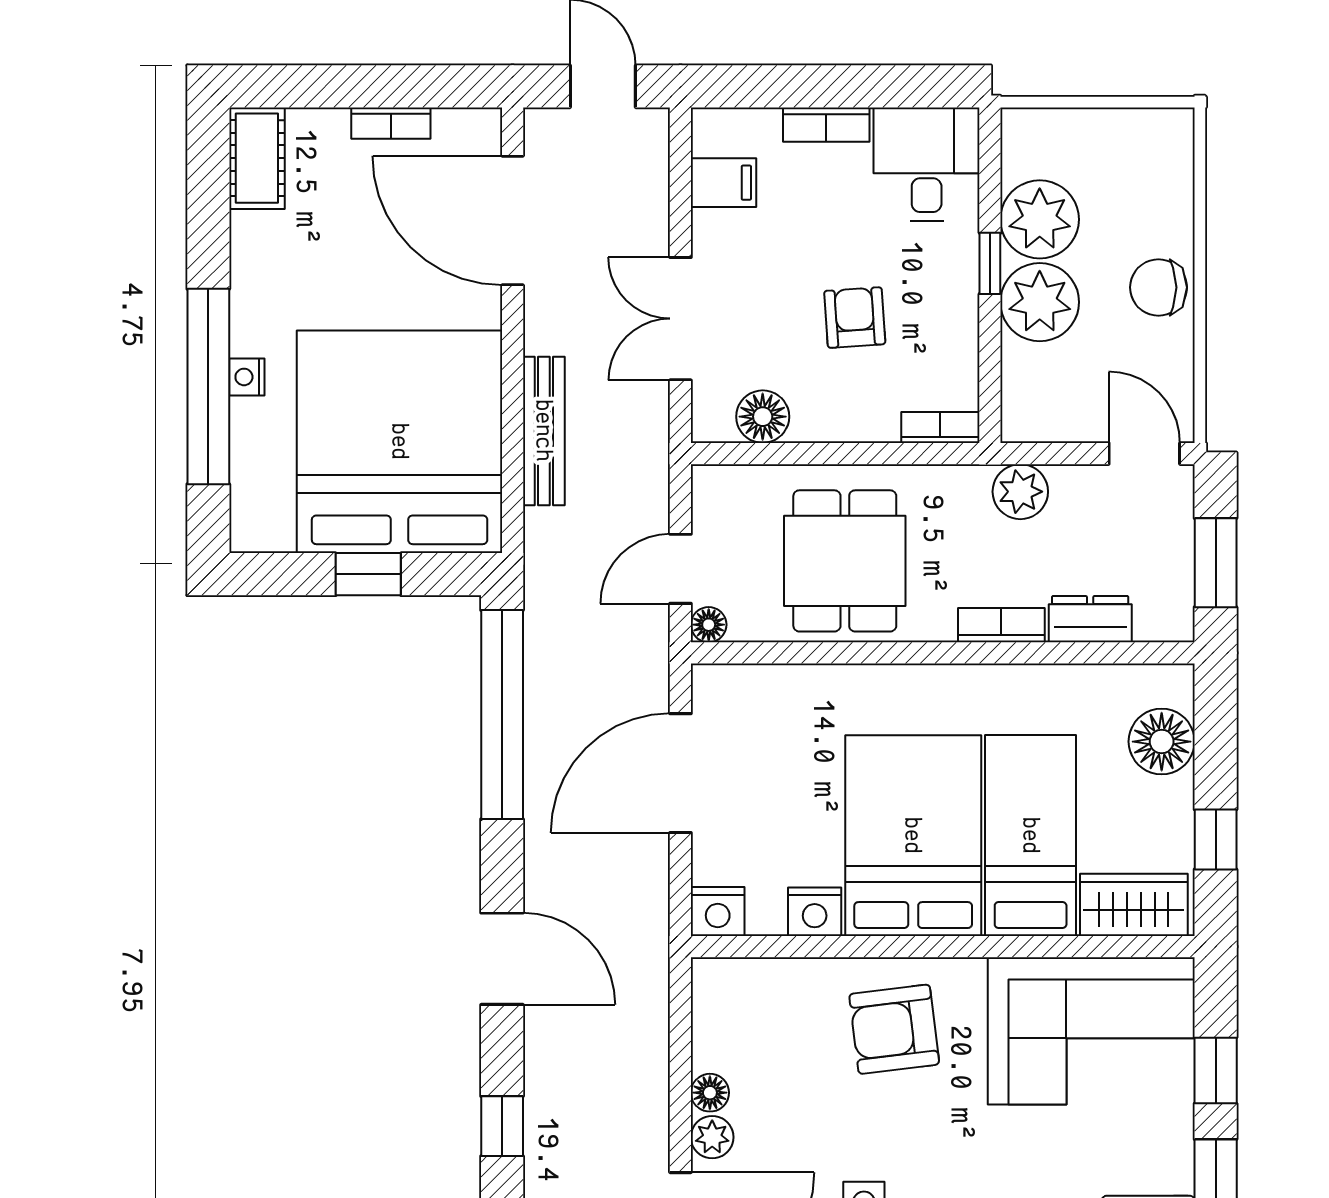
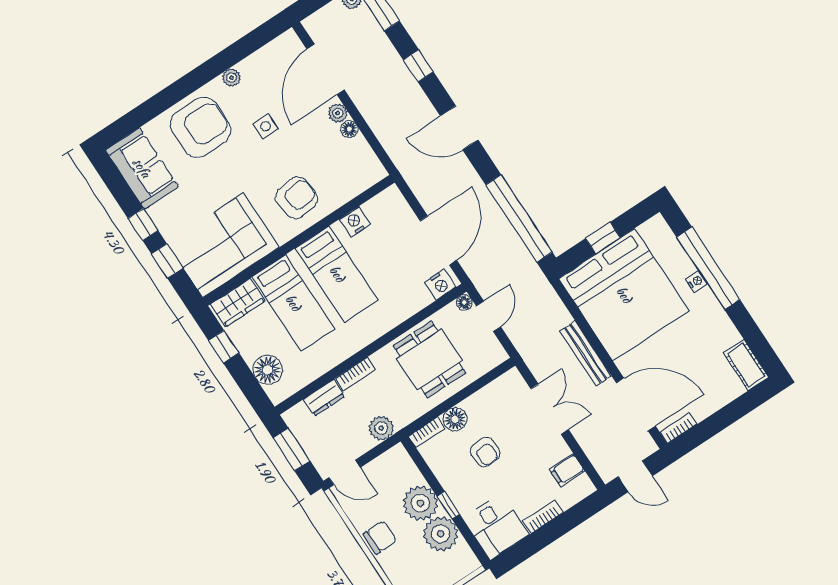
bookcase: (391, 123) -> (678, 428), moved
floor lamp: (763, 417) -> (455, 419), moved
bench: (544, 431) -> (586, 353), moved
bed: (913, 836) -> (337, 274), width x0.67
nightstand: (718, 912) -> (440, 284), moved, turned 180

